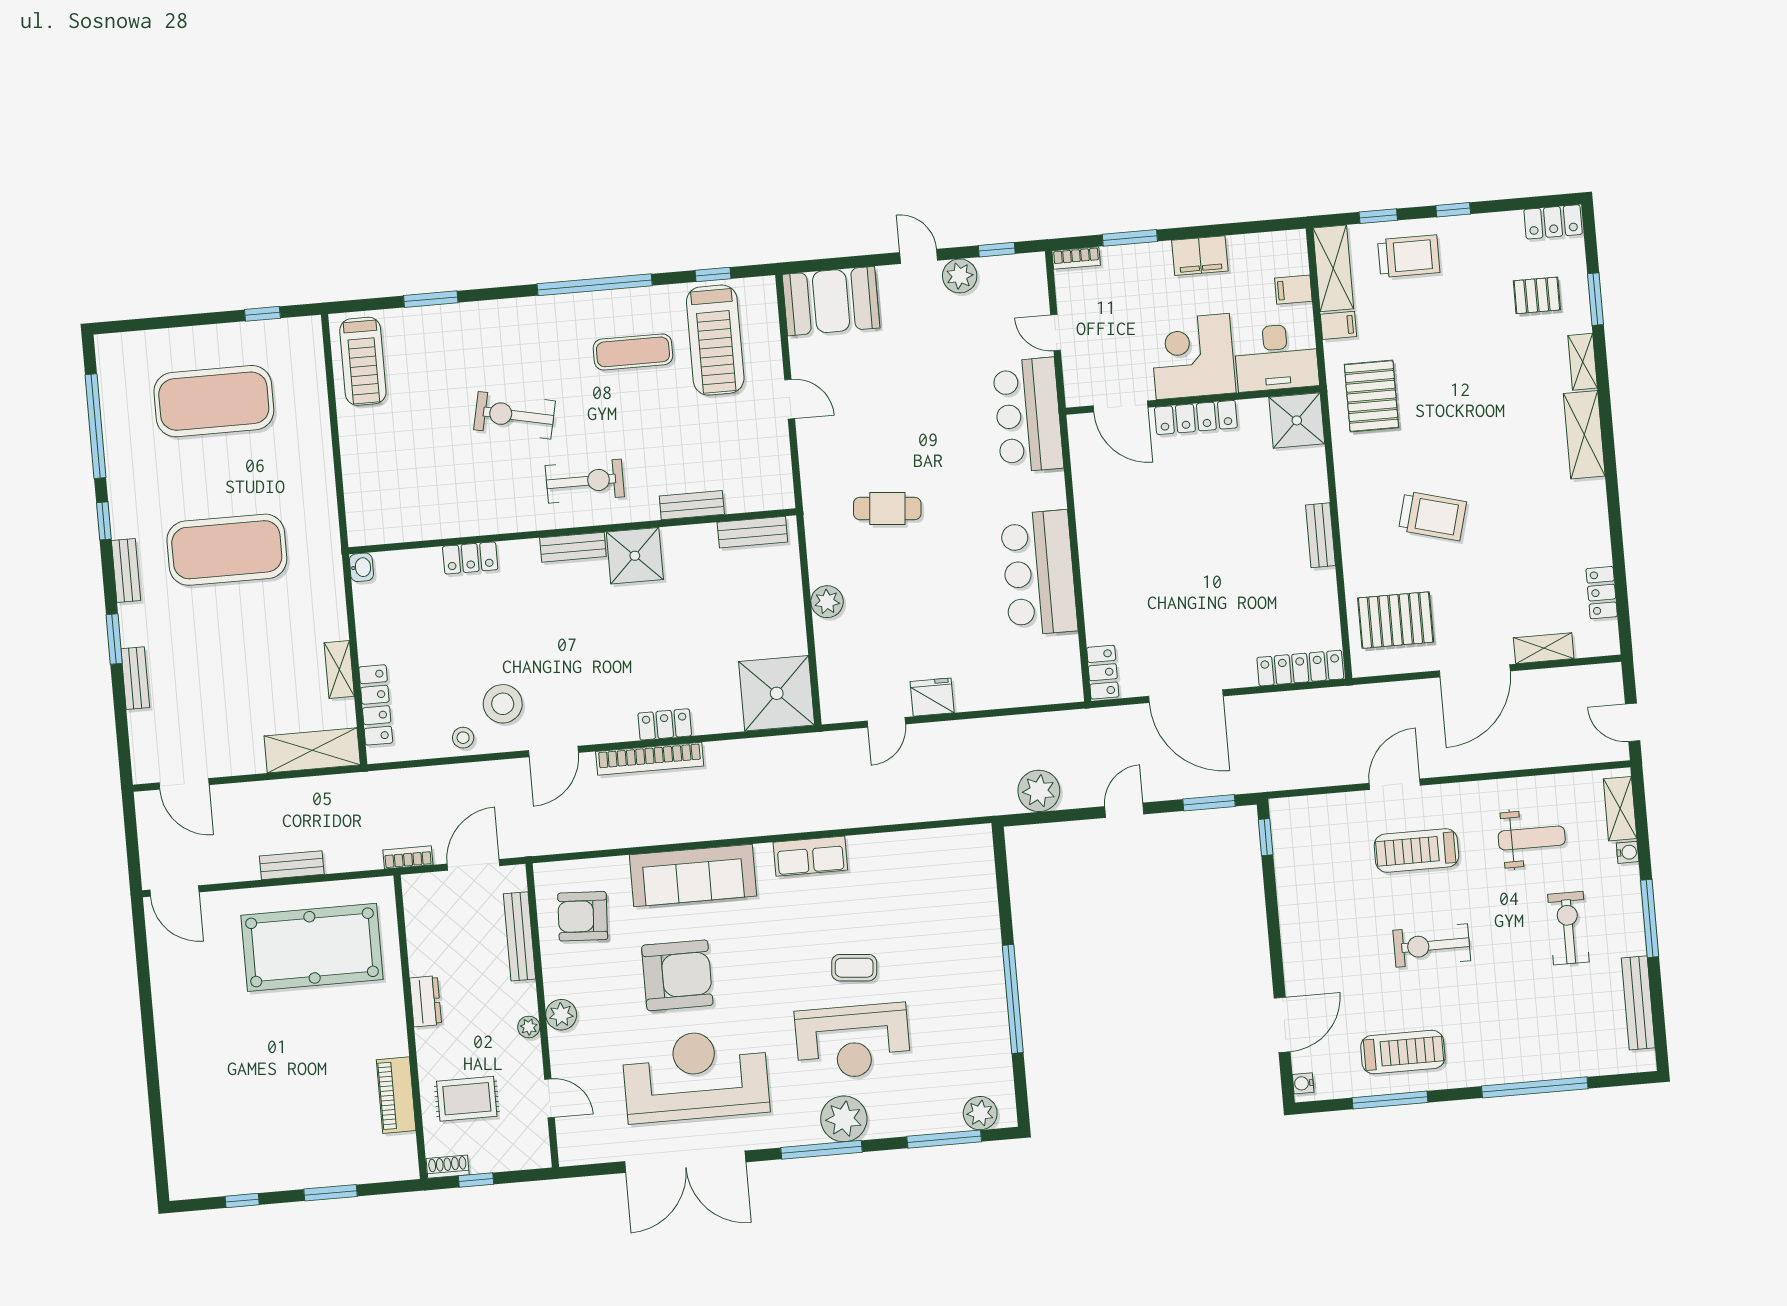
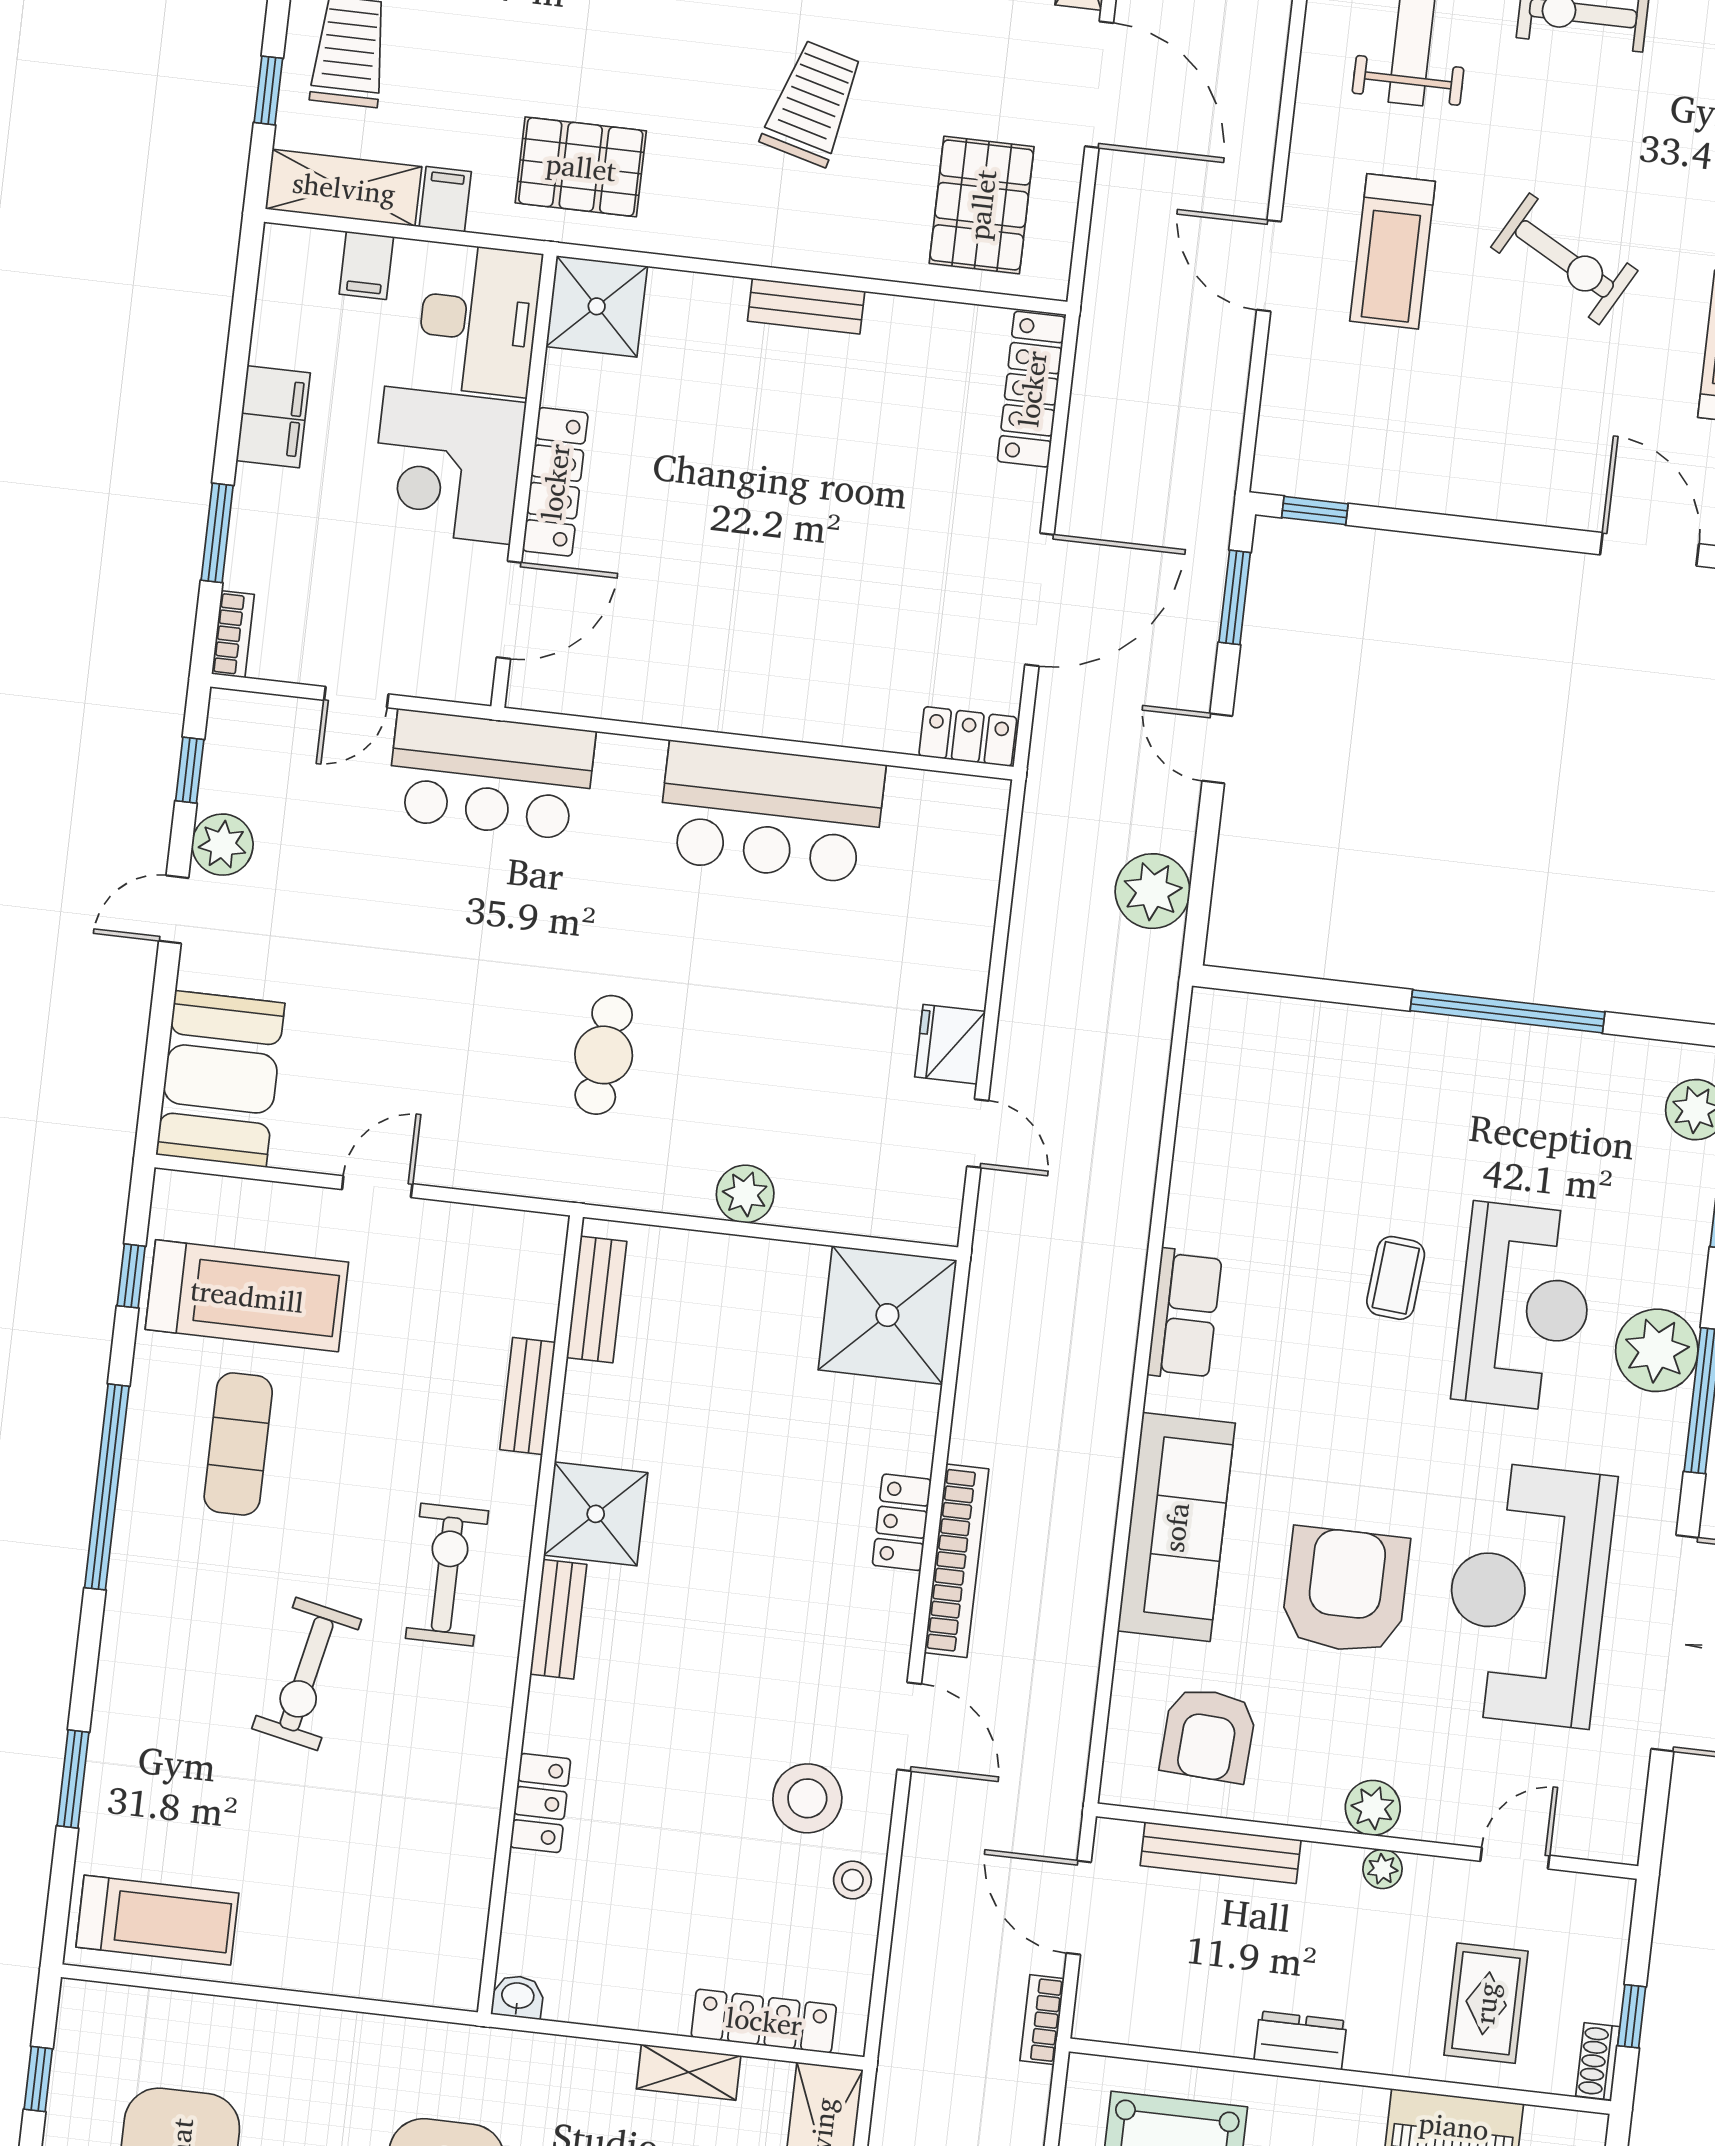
exercise bike: (1432, 945) -> (1564, 259), turned -61

